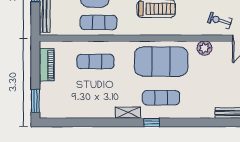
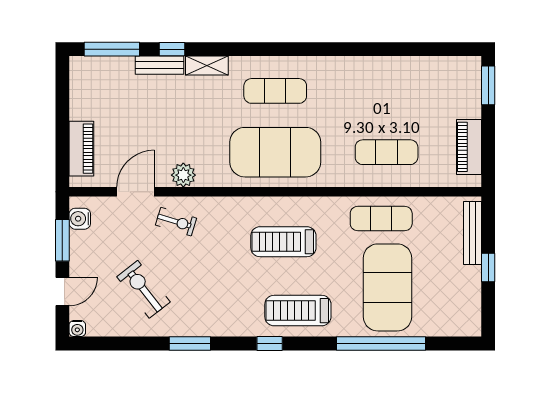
plant: (204, 48) -> (183, 175), moved
shelving: (128, 113) -> (207, 65), moved
window: (152, 122) -> (172, 49), moved

